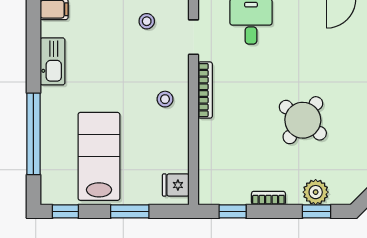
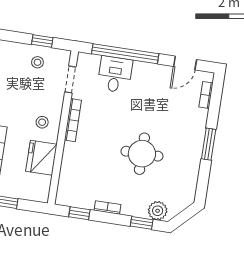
round table: (303, 120) -> (142, 154), turned -38
fridge: (176, 185) -> (41, 158), moved, width x1.88, depth x1.34
plant: (316, 192) -> (158, 211), moved

